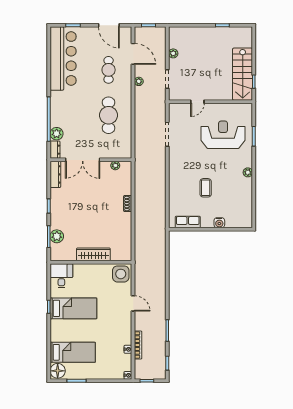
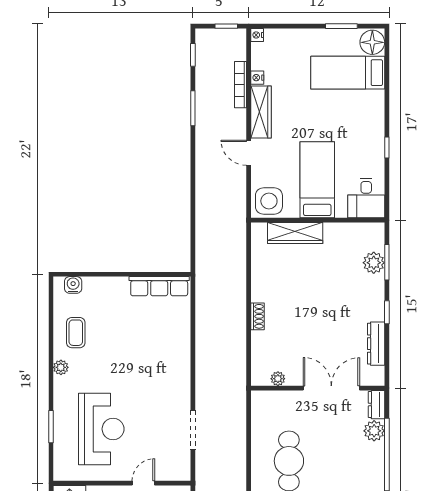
reception desk: (223, 135) -> (101, 429), turned -90
dresser: (55, 174) -> (376, 344), moved
coffee table: (206, 188) -> (76, 333), moved
row of seats: (188, 222) -> (159, 286), width x1.48
water cooler: (219, 223) -> (73, 285), moved
wardrobe: (93, 254) -> (295, 233), moved
bed: (73, 308) -> (317, 180), moved, turned 90
wardrobe: (126, 328) -> (261, 112), added

